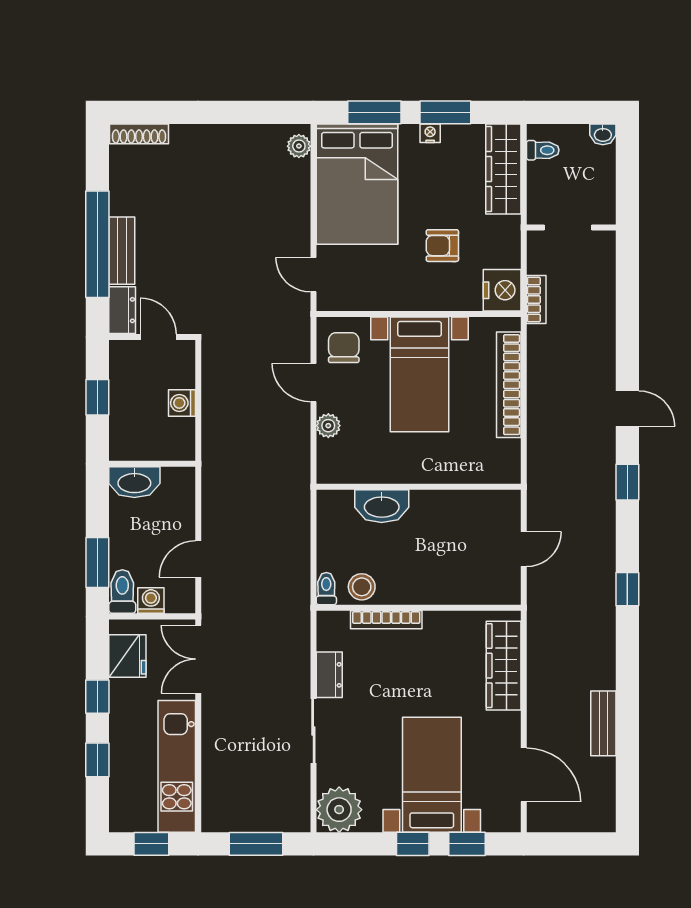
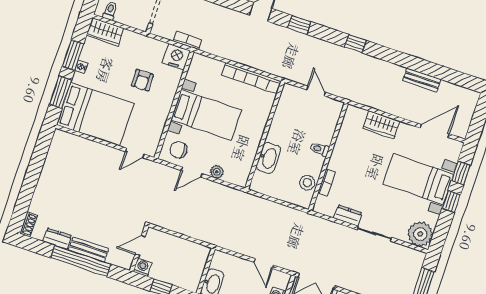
shoe rack: (139, 134) -> (29, 224), width x0.70
plant: (299, 146) -> (65, 138), removed
wardrobe: (503, 169) -> (105, 32), width x0.67
dresser: (122, 310) -> (57, 239), moved
bookcase: (509, 385) -> (251, 78), moved
washing machine: (182, 403) -> (142, 267), moved, turned 180
toilet: (326, 589) -> (320, 149), moved
bookcase: (386, 620) -> (327, 182), width x0.64
wardrobe: (504, 666) -> (381, 125), width x0.67

